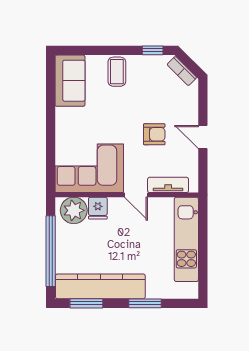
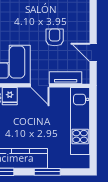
armchair: (154, 134) -> (55, 37), turned -90
door: (203, 137) -> (93, 52), moved

